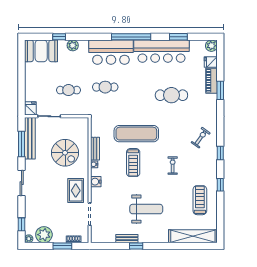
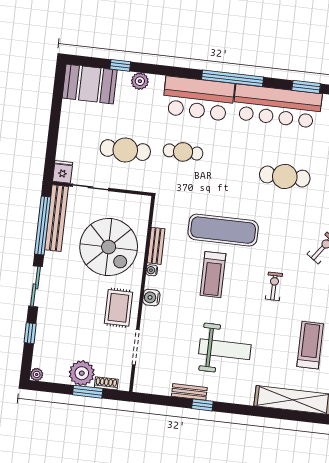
cafe table: (68, 90) -> (125, 150), width x1.37, depth x1.35
window: (22, 144) -> (43, 226), width x1.46
spiral stairs: (65, 153) -> (109, 247), width x1.37, depth x1.37
window: (22, 224) -> (30, 333), moved
plant: (44, 235) -> (82, 373), moved

